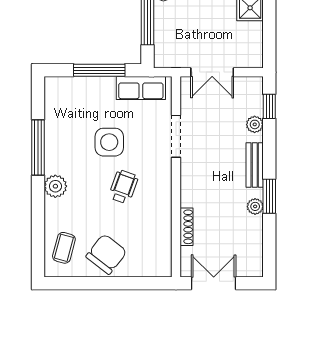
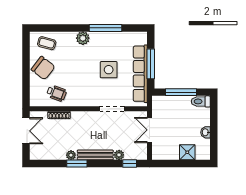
row of seats: (141, 88) -> (140, 74), width x2.02
bench: (255, 165) -> (95, 155), width x1.36
wheelchair: (123, 187) -> (57, 93), moved

